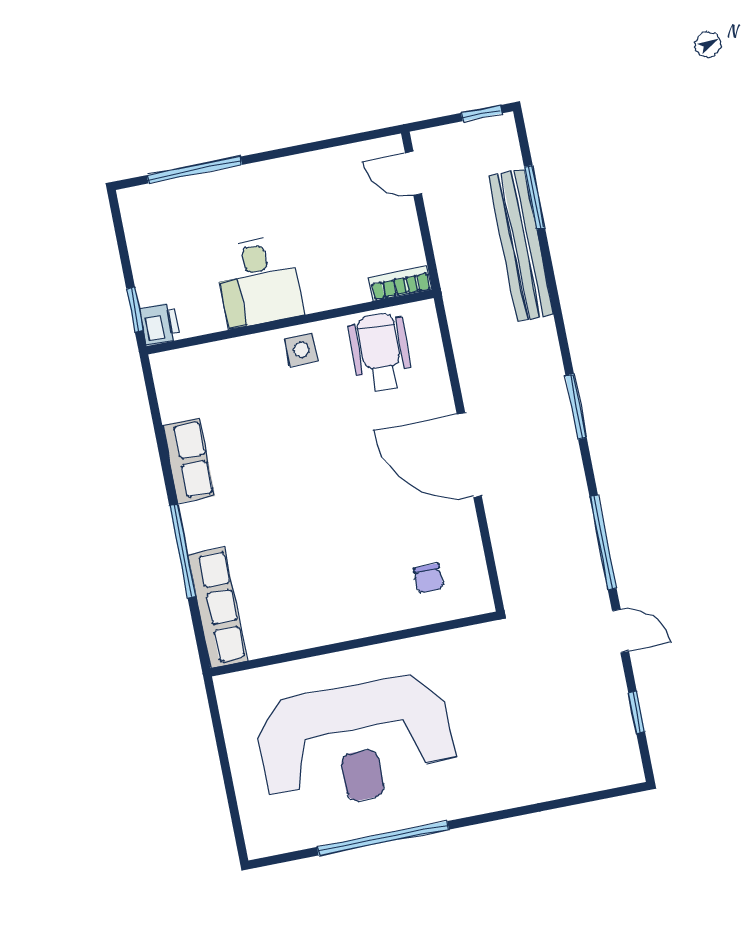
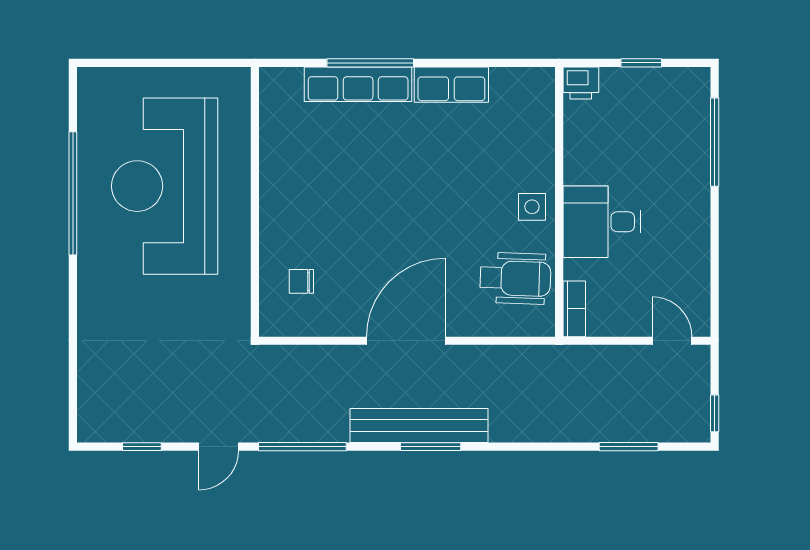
door: (413, 173) -> (672, 341), hinge flipped
bench: (521, 245) -> (419, 425), moved
desk: (259, 281) -> (602, 222), moved
window: (135, 310) -> (641, 63), moved
row of seats: (217, 608) -> (358, 84), moved

